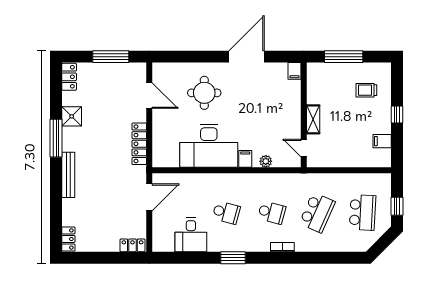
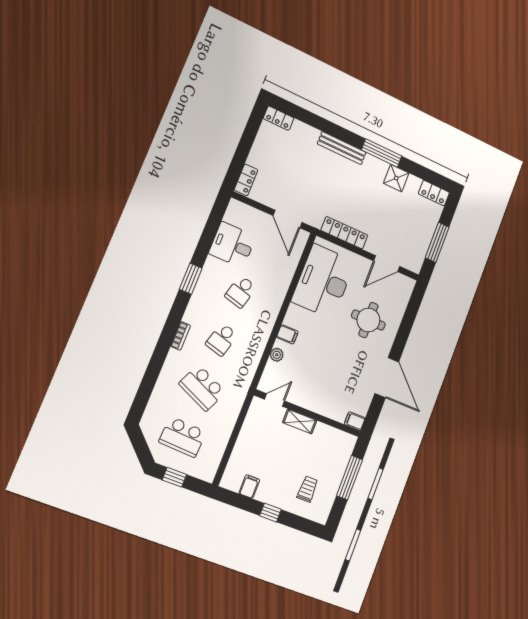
desk: (209, 146) -> (323, 281), moved

